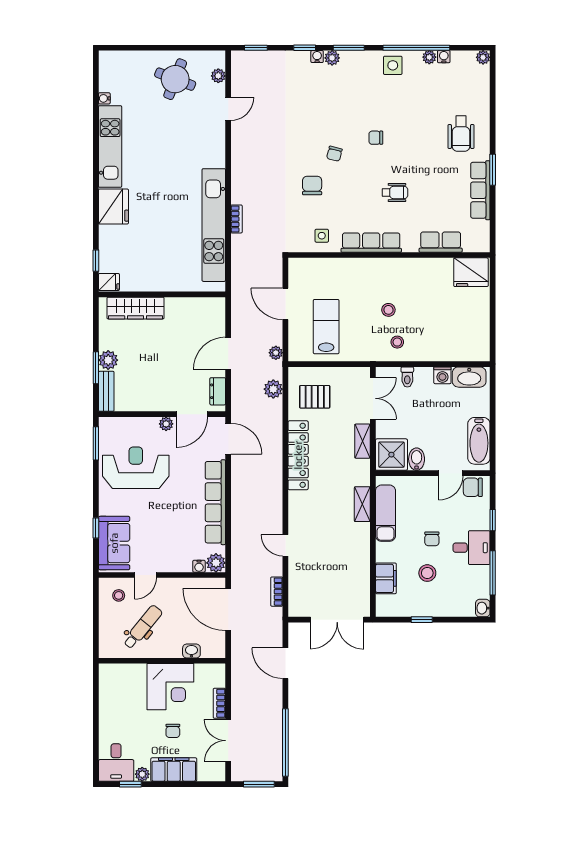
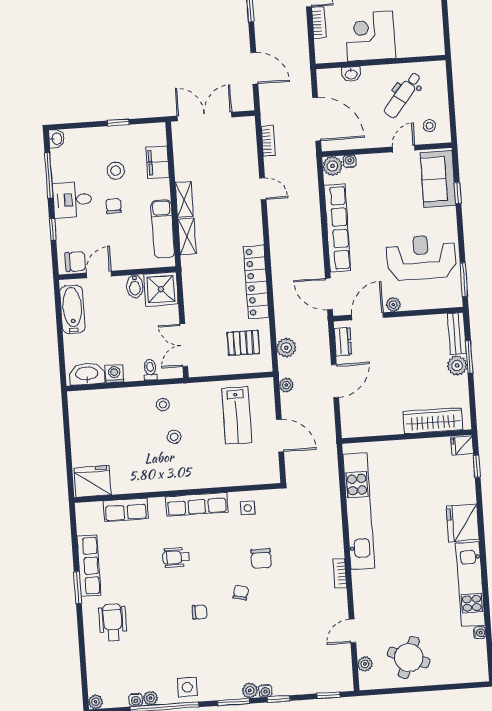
bookcase: (236, 219) -> (340, 573), moved
shelving: (363, 441) -> (184, 199), moved
reception desk: (136, 468) -> (421, 258), turned 180

